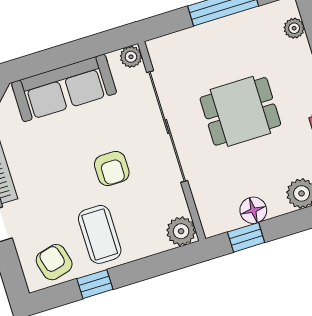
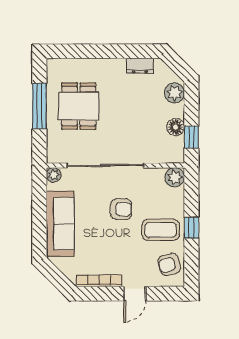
plant: (294, 28) -> (68, 65), removed
dining table: (240, 111) -> (79, 106), moved
window: (95, 284) -> (191, 228), moved

